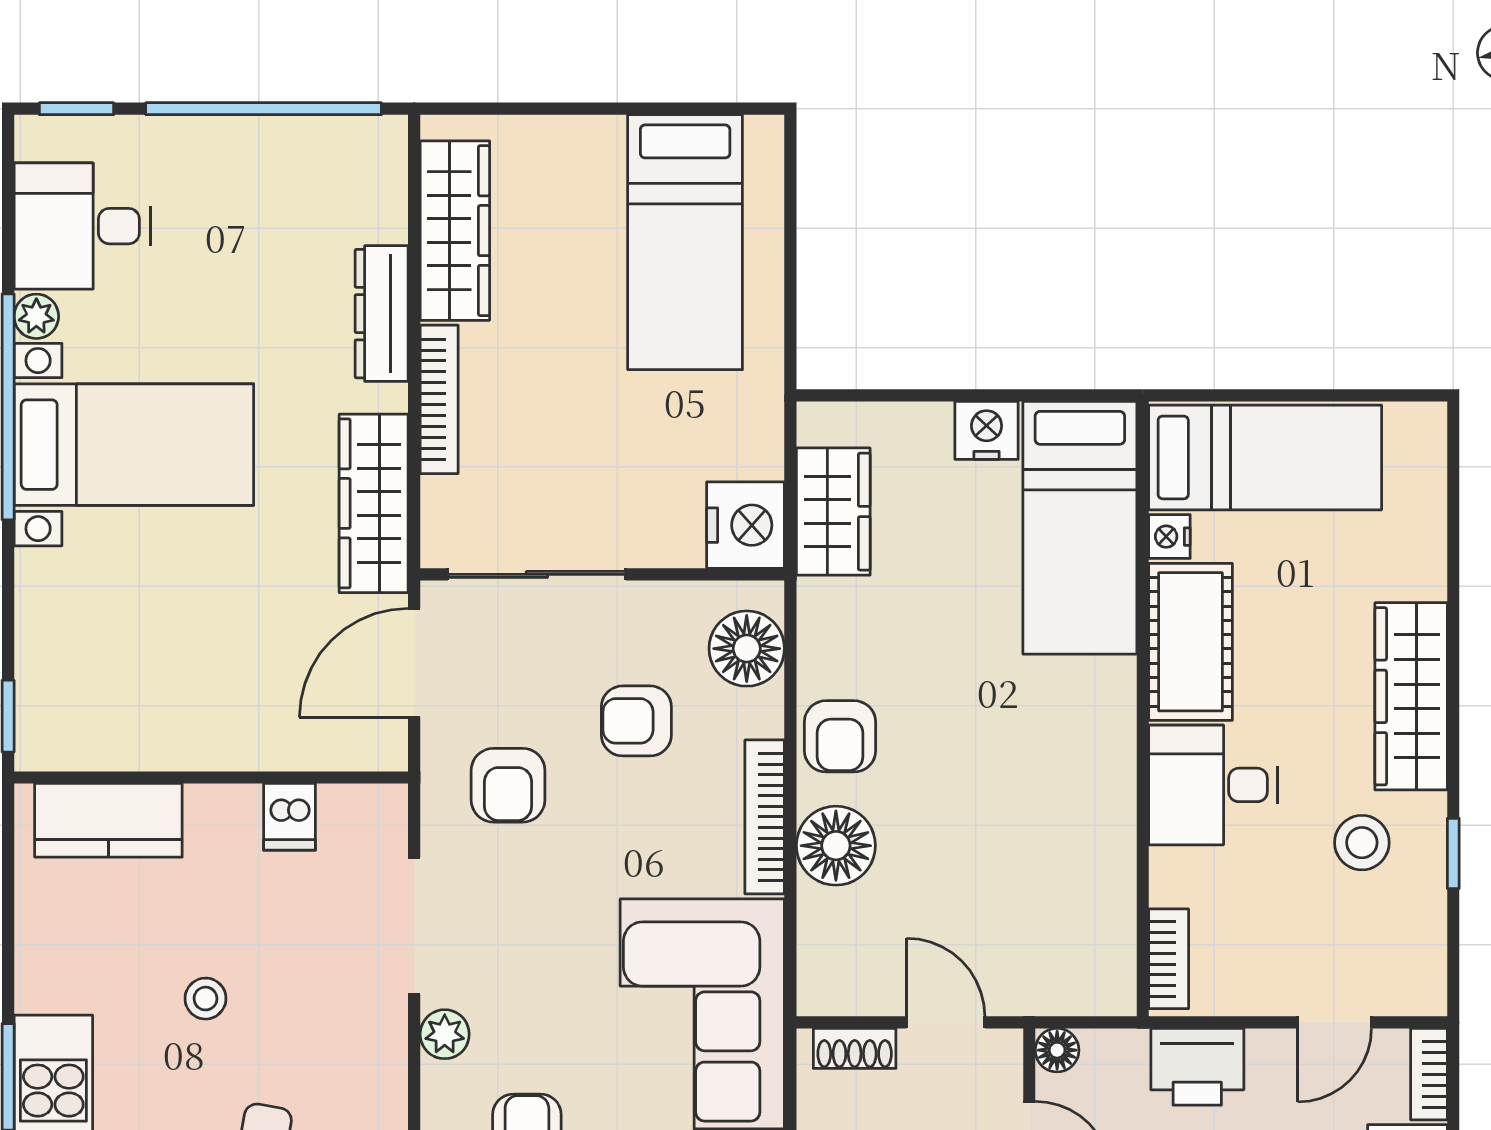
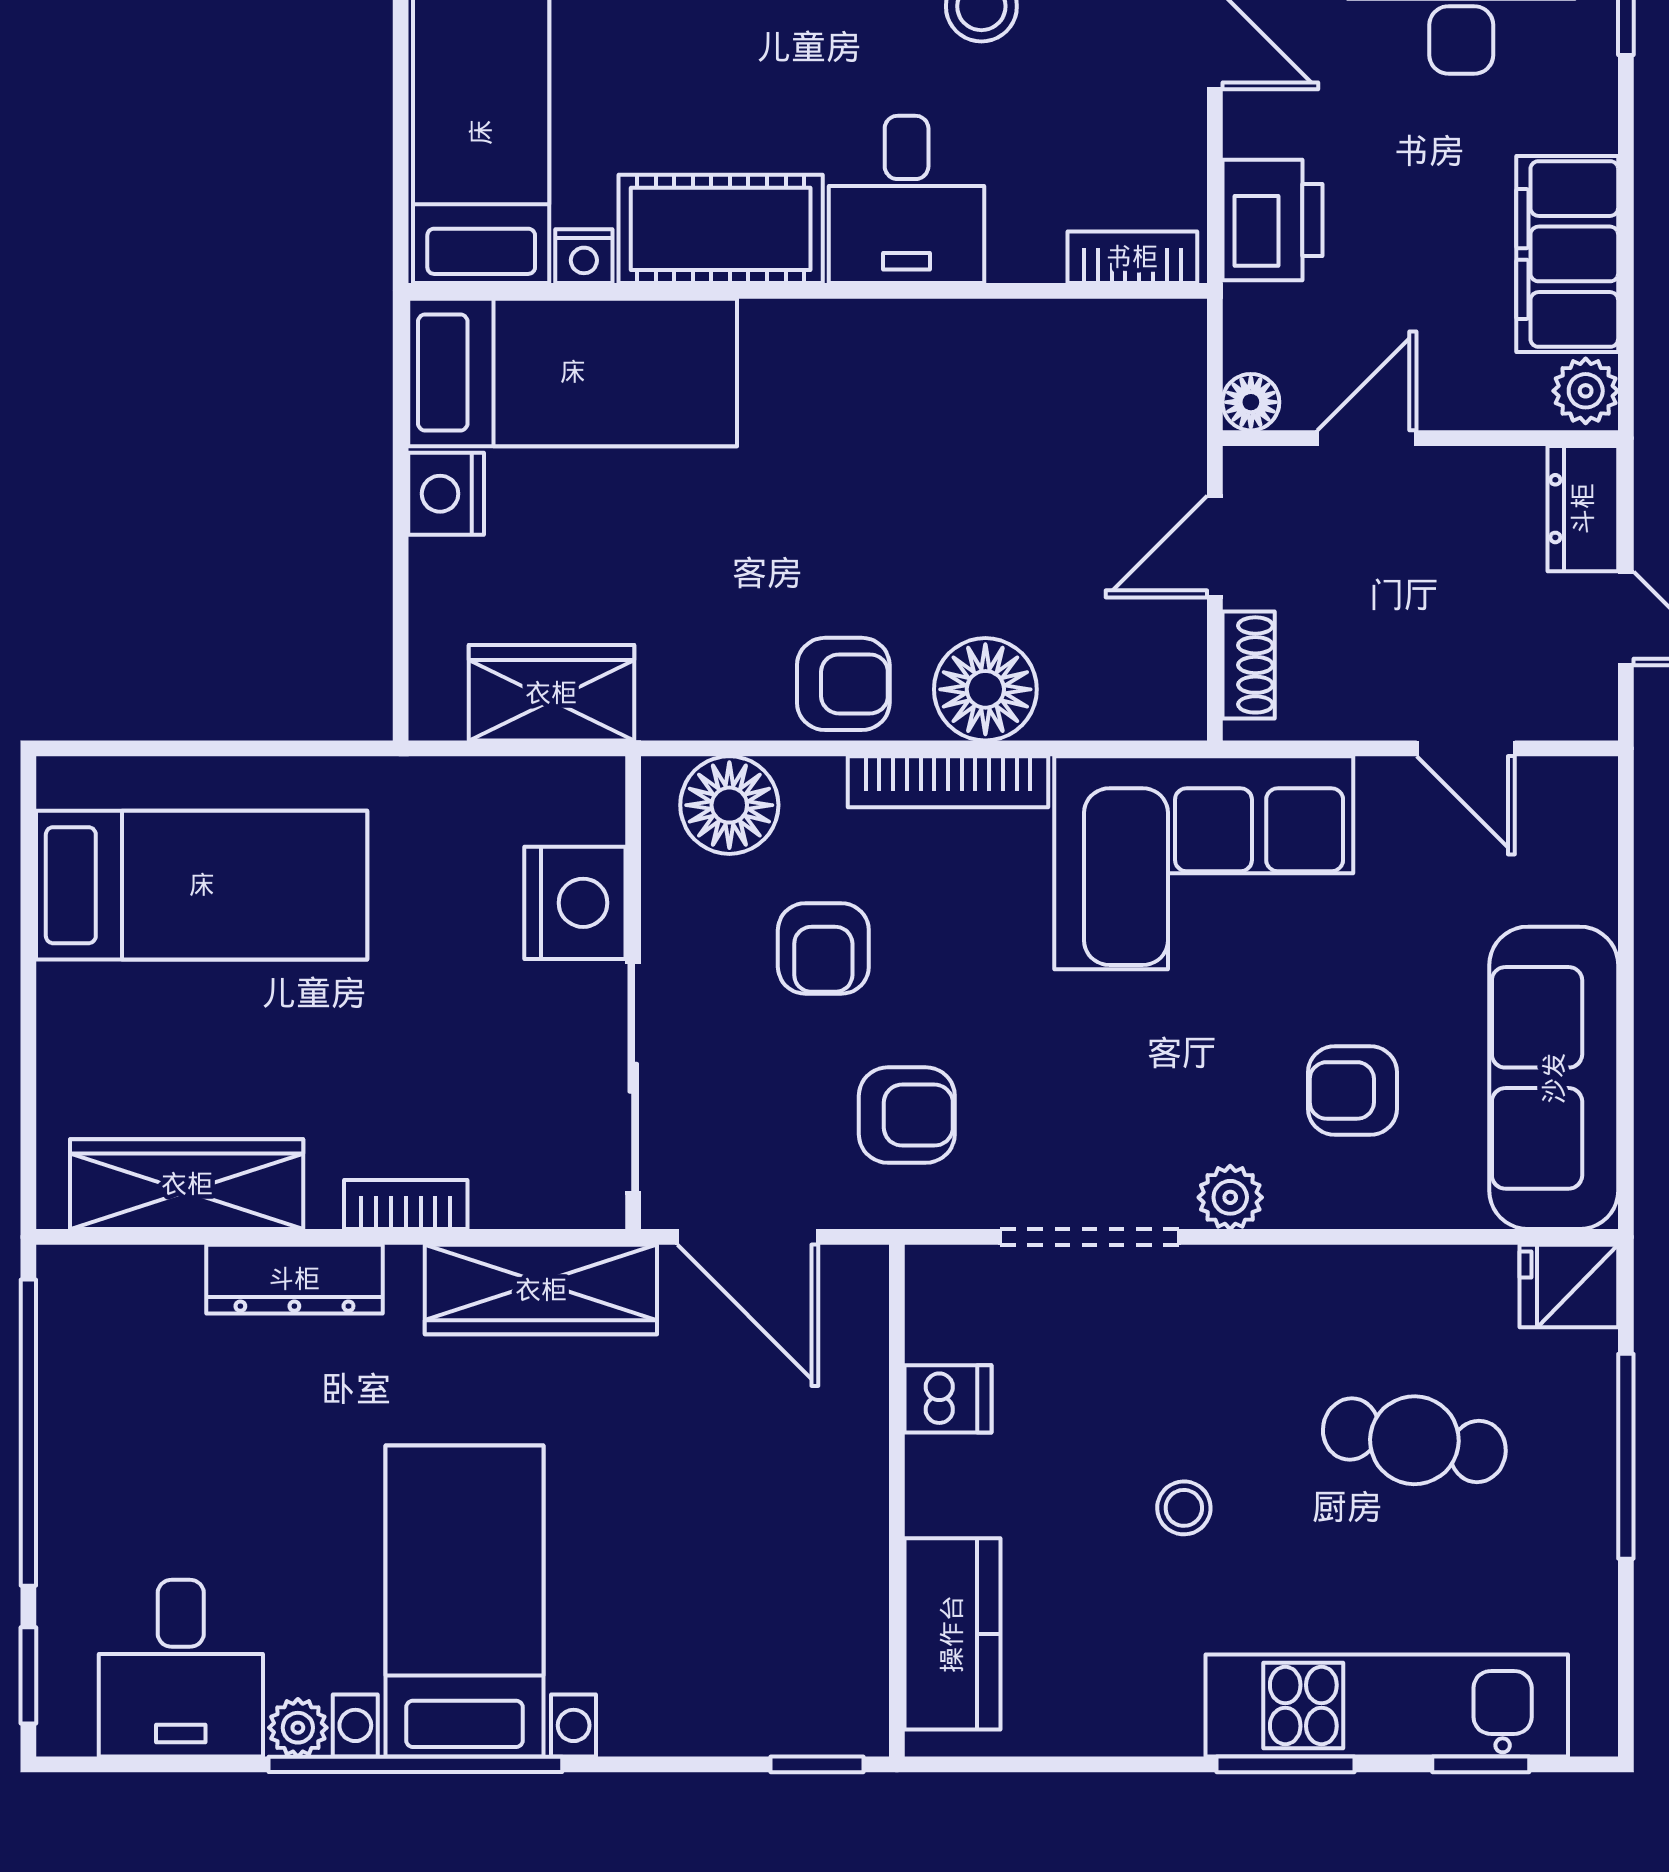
bookcase: (439, 399) -> (406, 1205), width x0.64
nightstand: (746, 525) -> (575, 903), moved, turned 90

